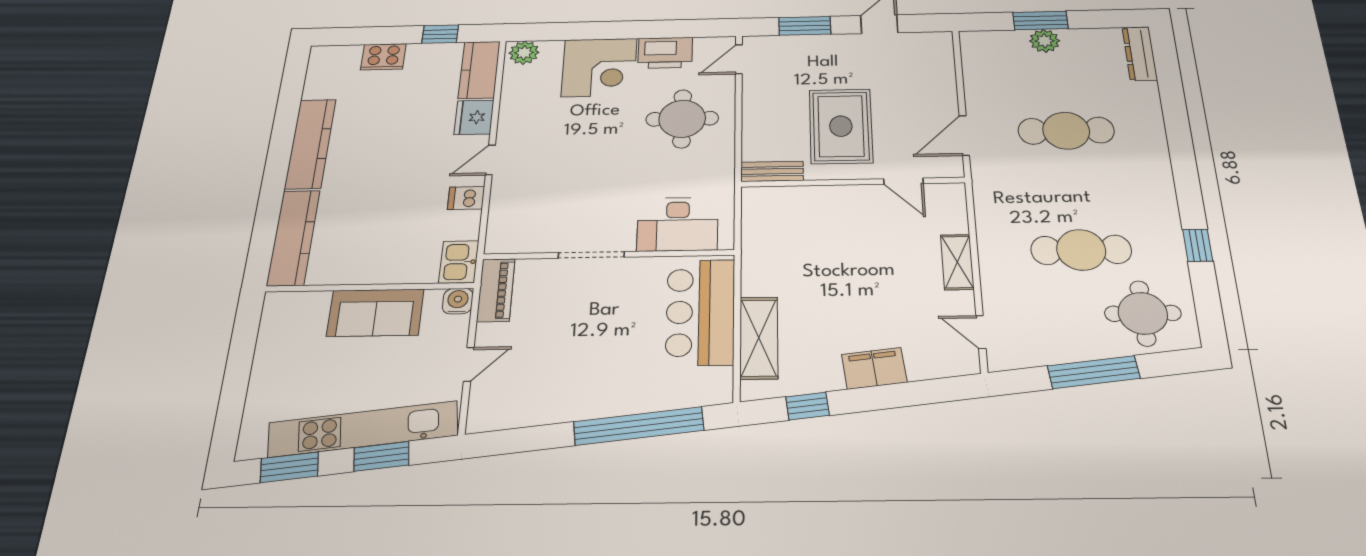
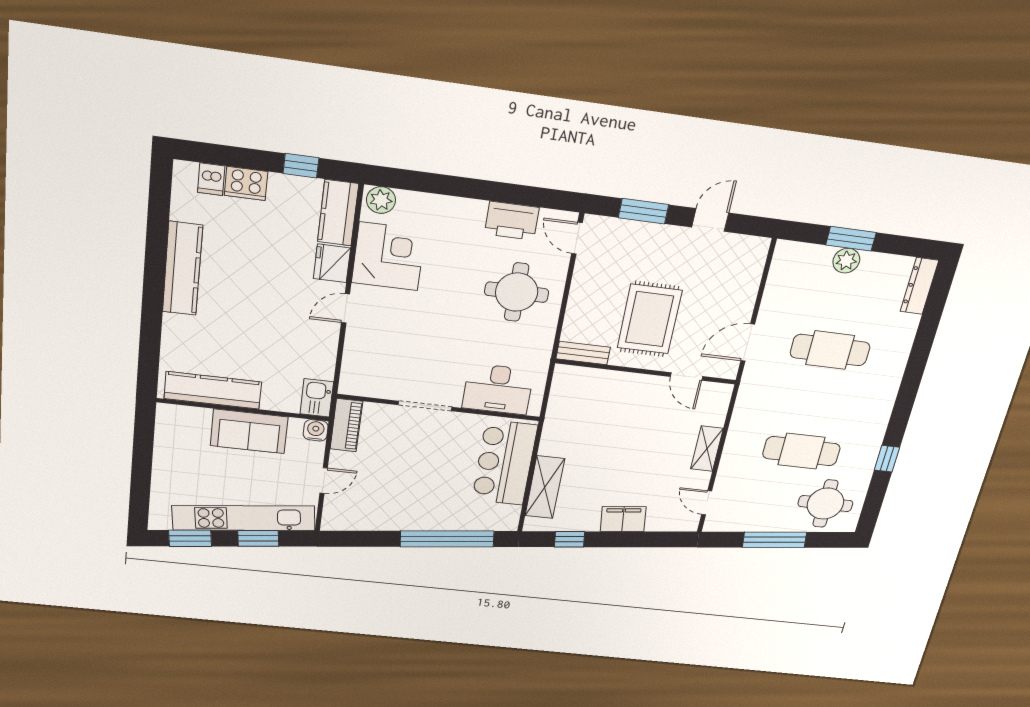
door: (739, 59) -> (577, 238), hinge flipped
corner desk: (599, 67) -> (389, 256), moved, turned -90
dishwasher: (466, 198) -> (211, 179), moved, turned -90
kitchen counter: (293, 238) -> (213, 390), moved, turned -90

